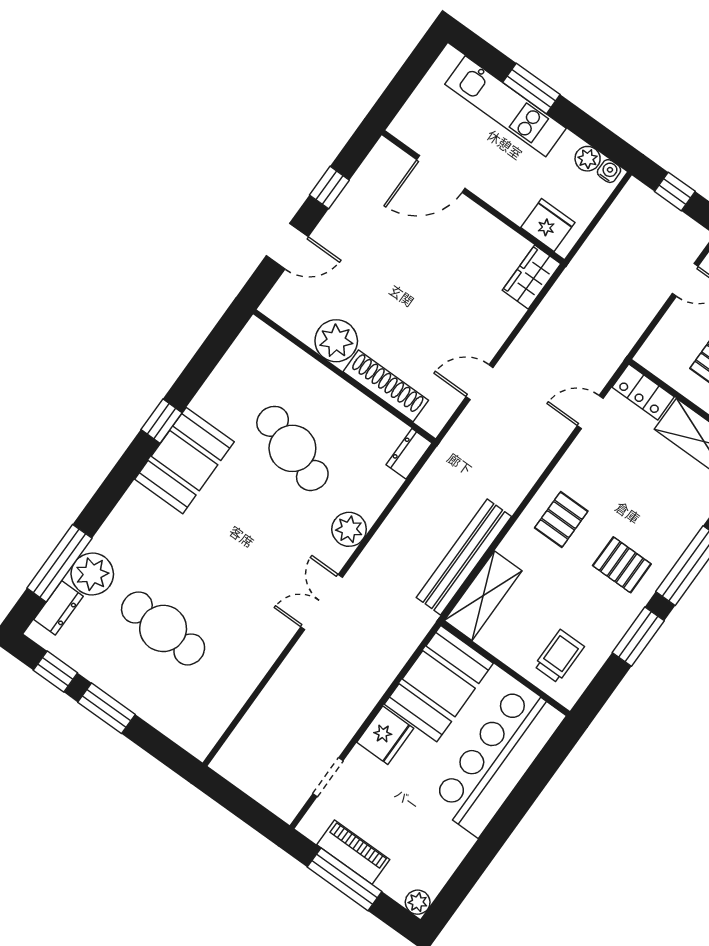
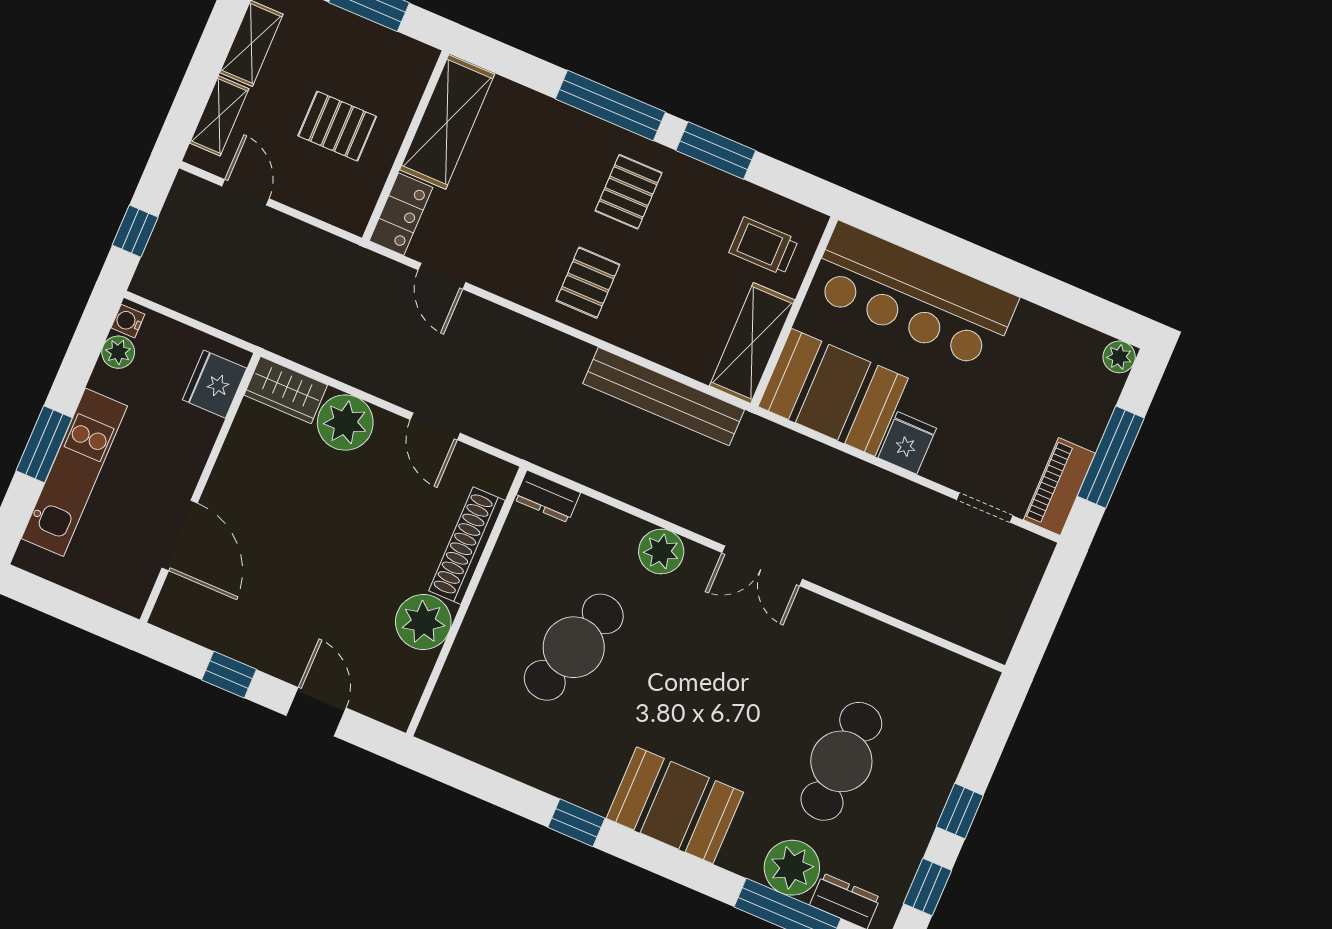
plant: (497, 316) -> (345, 423), added
booth: (184, 461) -> (675, 805), moved
pallet: (561, 520) -> (588, 283), turned 90
shelving: (483, 596) -> (752, 343), moved, turned 90
window: (106, 708) -> (960, 811), width x0.67
fridge: (385, 735) -> (907, 443), width x0.72
piano: (353, 852) -> (1059, 487), moved

